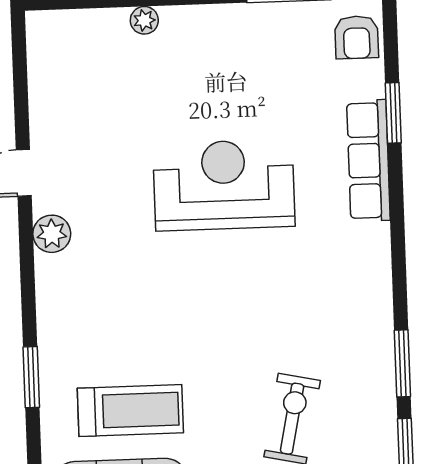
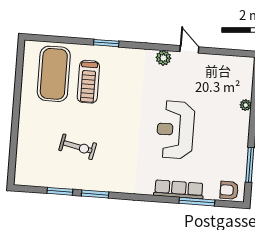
window: (393, 113) -> (197, 202), width x1.44
reception desk: (224, 185) -> (175, 130), turned 180

